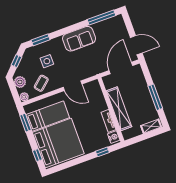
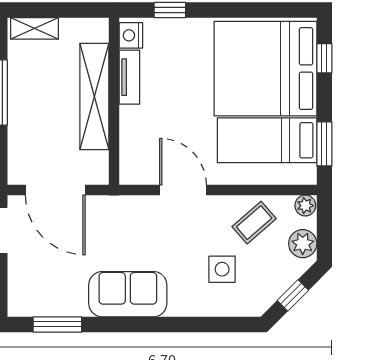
window: (101, 18) -> (57, 324), width x0.69
window: (41, 40) -> (219, 324), removed
door: (121, 68) -> (55, 190), hinge flipped

